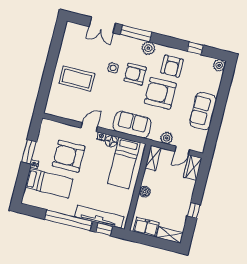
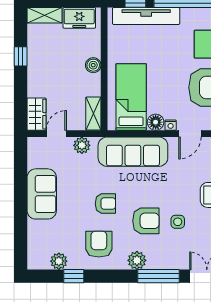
plant: (219, 65) -> (59, 261), moved
armchair: (160, 93) -> (105, 204), width x0.53, depth x0.53
sofa: (132, 125) -> (133, 152), width x1.36

